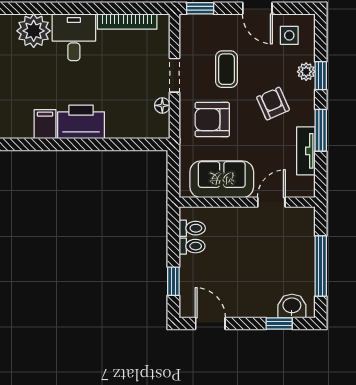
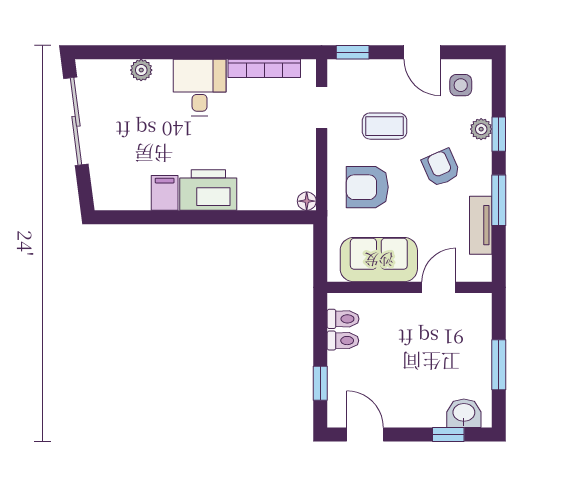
plant: (34, 31) -> (141, 70), width x0.53, depth x0.53
coffee table: (226, 69) -> (385, 126), turned 90
doorway: (174, 75) -> (322, 108), moved
floor lamp: (162, 105) -> (307, 201), moved
window: (321, 266) -> (499, 365), width x0.69

